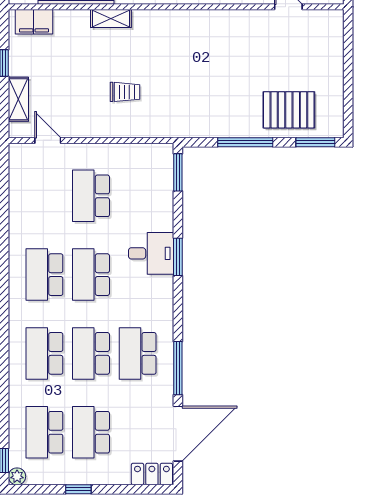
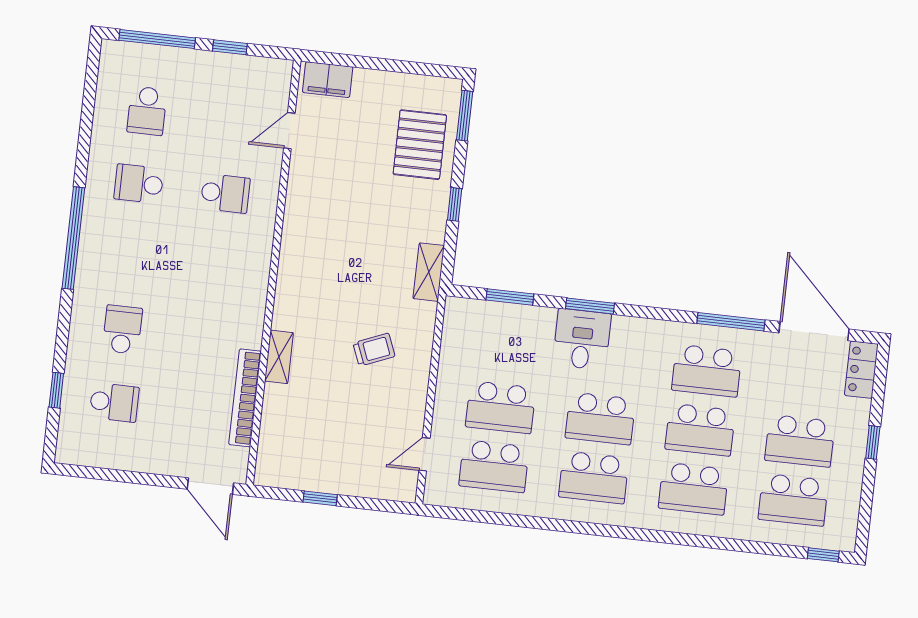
filing cabinet: (34, 22) -> (328, 80), moved, turned 90
trolley: (125, 92) -> (374, 350), turned 68
shelving: (18, 99) -> (429, 272), moved, turned 90
window: (245, 142) -> (455, 204), width x0.46
window: (178, 172) -> (510, 297), moved
school desk: (44, 196) -> (494, 466), added
plant: (17, 476) -> (845, 541), removed
window: (78, 489) -> (873, 442), moved

